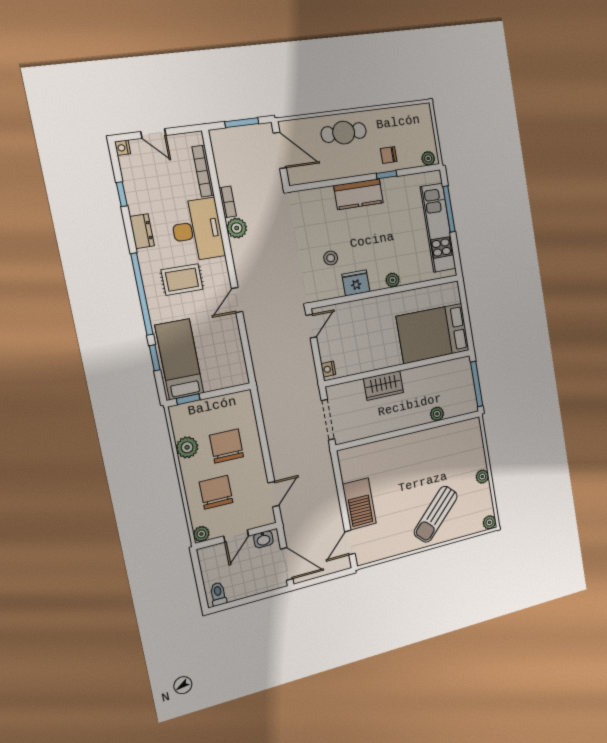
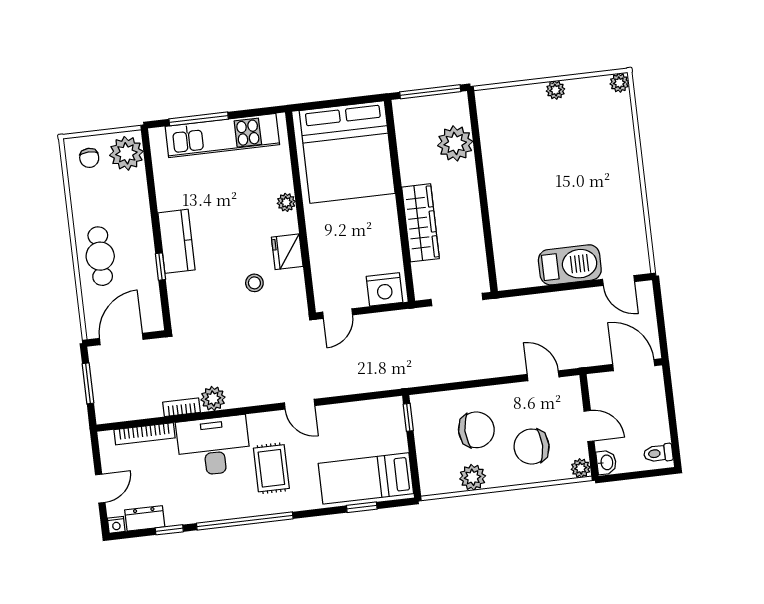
chair: (389, 155) -> (89, 158), moved
plant: (428, 158) -> (126, 153), width x1.88, depth x1.88
window: (387, 175) -> (160, 267), moved
dresser: (142, 231) -> (145, 518), moved
window: (142, 294) -> (245, 521), moved
door: (311, 326) -> (338, 314), swing flipped
bed: (433, 333) -> (347, 152), width x1.36
nightstand: (328, 369) -> (384, 289), width x1.89, depth x1.79
wardrobe: (383, 386) -> (420, 223), width x1.50
window: (188, 399) -> (408, 417), moved
plant: (437, 414) -> (455, 143), width x1.88, depth x1.88
chair: (226, 446) -> (476, 430), turned 180
sun lounger: (436, 514) -> (598, 160), removed
washbasin: (263, 539) -> (606, 462), moved
door: (287, 564) -> (634, 365), hinge flipped

